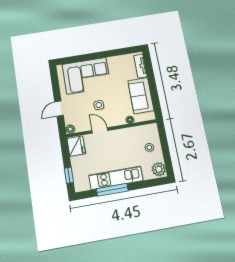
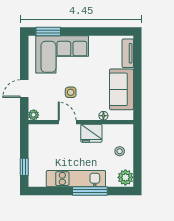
window: (72, 60) -> (48, 31), added
fridge: (76, 146) -> (91, 133), moved, turned 90
window: (112, 190) -> (90, 191), moved

